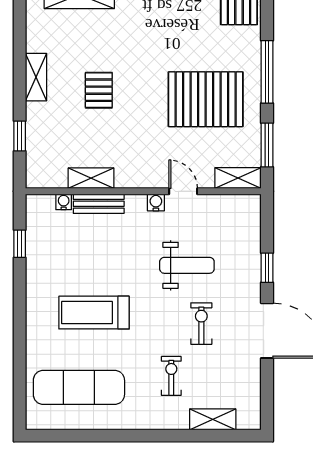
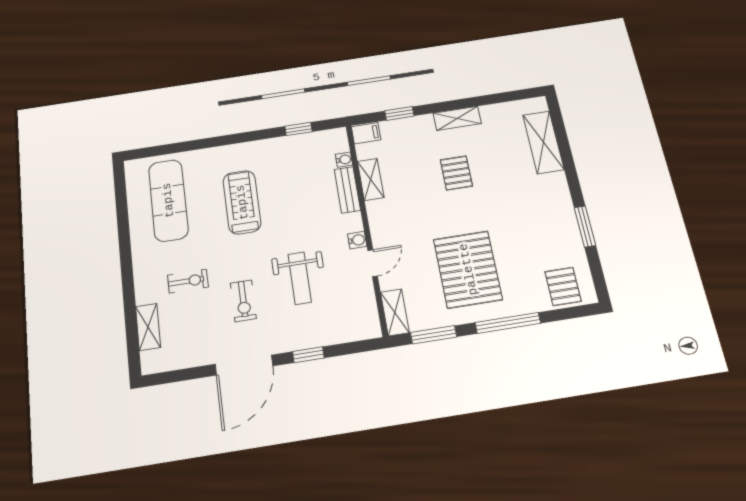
pallet: (99, 90) -> (456, 173), turned 90
filing cabinet: (37, 174) -> (366, 133), added
exercise bike: (201, 324) -> (243, 301), turned 90

